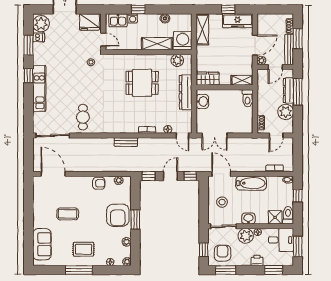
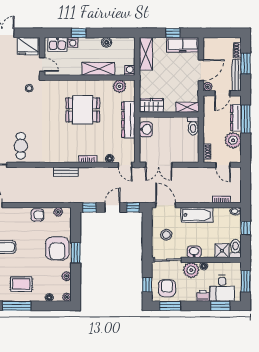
washing machine: (183, 41) -> (130, 70), width x0.53, depth x0.53
door: (276, 135) -> (223, 165), hinge flipped
desk: (281, 240) -> (222, 288), moved, turned 90

